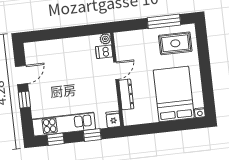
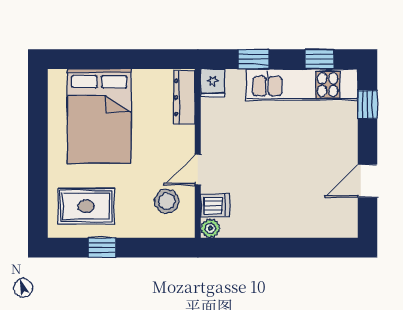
window: (164, 21) -> (102, 248), width x0.46
stool: (131, 51) -> (167, 201), added
dresser: (126, 94) -> (184, 97), moved
window: (24, 100) -> (367, 105), moved
nightstand: (200, 113) -> (57, 77), removed

